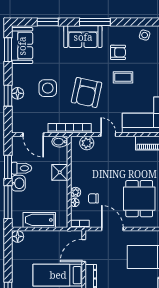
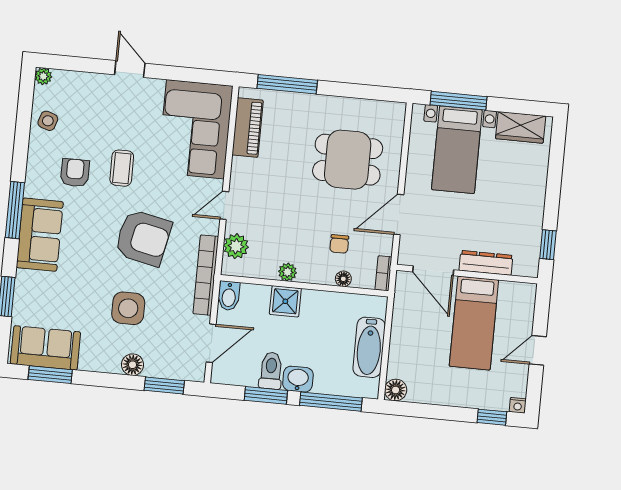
window: (8, 96) -> (164, 386), moved
plant: (76, 192) -> (288, 272), moved

